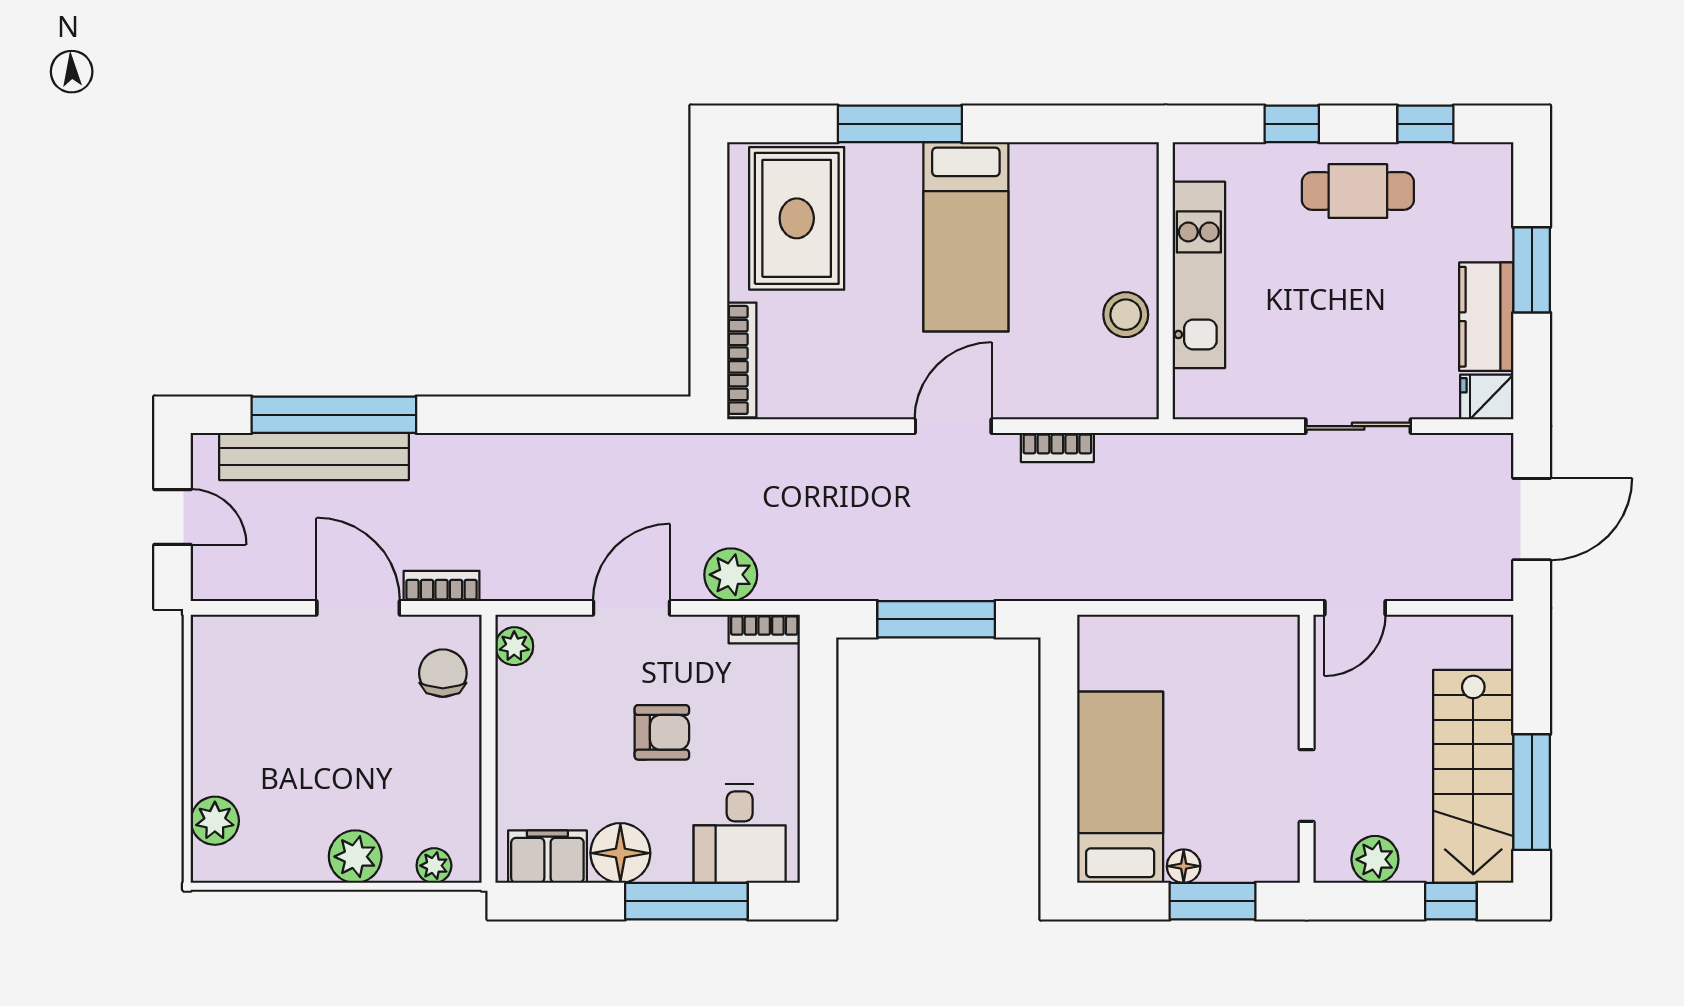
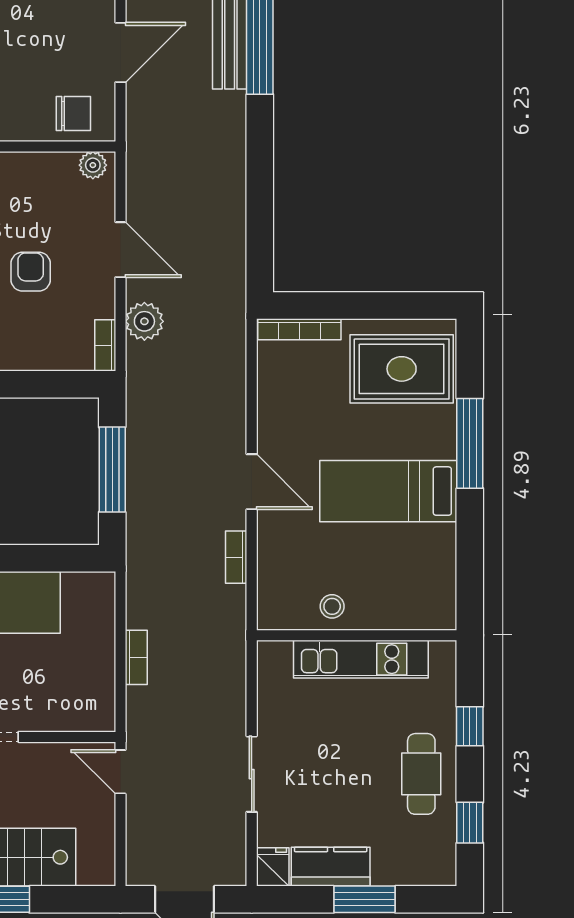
stool: (1126, 315) -> (332, 606), width x0.73, depth x0.73
bookcase: (442, 586) -> (136, 657), moved
armchair: (662, 732) -> (31, 272), turned 180

